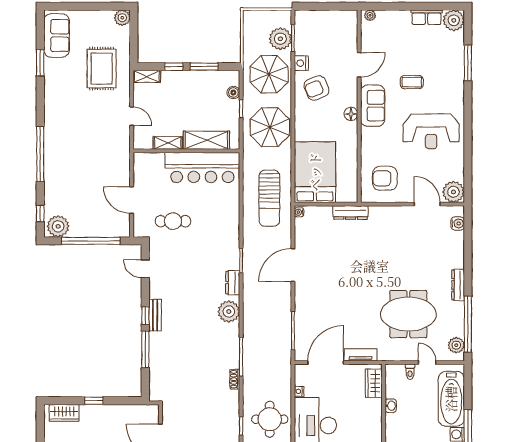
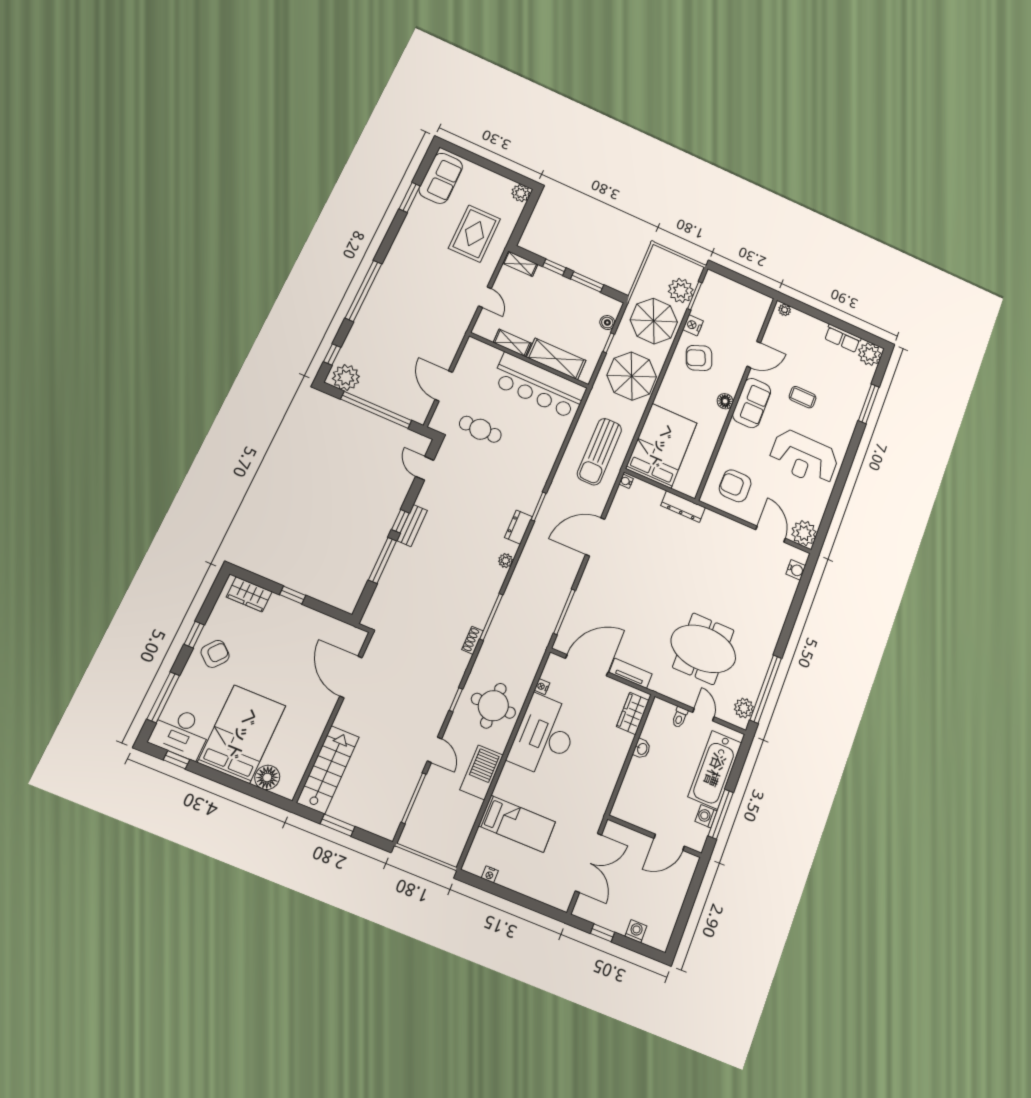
dresser: (458, 285) -> (771, 639), removed
plant: (229, 311) -> (506, 561), width x0.53, depth x0.53

